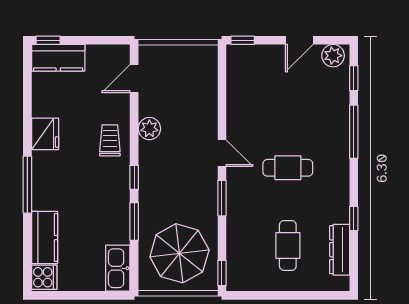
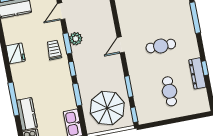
window: (134, 134) -> (67, 43), added
door: (222, 153) -> (121, 45), swing flipped
window: (27, 185) -> (14, 99), moved
window: (222, 198) -> (129, 86), moved
dresser: (340, 250) -> (197, 73), moved

